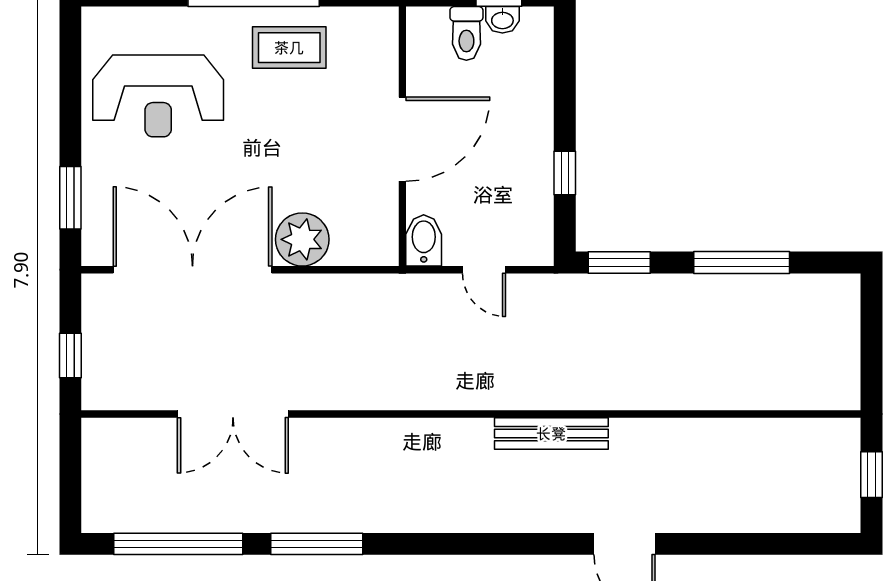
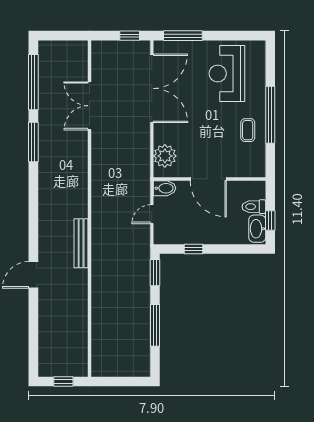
washbasin: (502, 20) -> (257, 229), width x1.91, depth x1.45
coffee table: (289, 48) -> (248, 130), width x0.73, depth x0.77
window: (70, 198) -> (183, 36), width x1.44
plant: (302, 239) -> (165, 156), moved
window: (70, 355) -> (130, 36), moved

